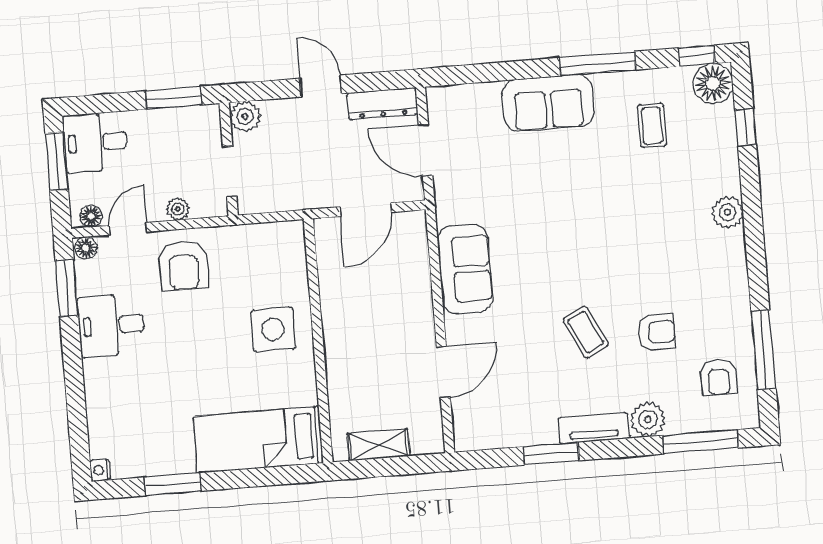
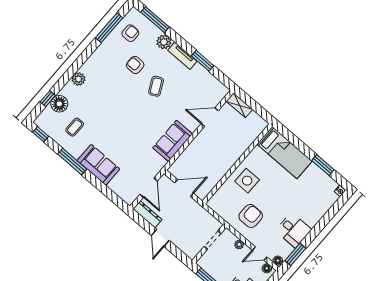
floor lamp: (713, 83) -> (59, 104), moved
plant: (245, 116) -> (192, 252), removed
armchair: (183, 266) -> (251, 216), moved
shelving: (378, 445) -> (239, 105), moved

